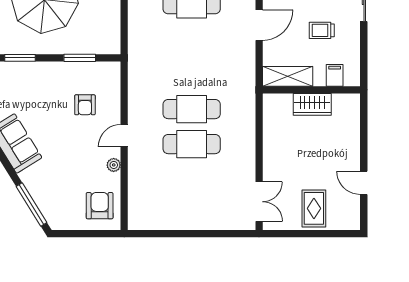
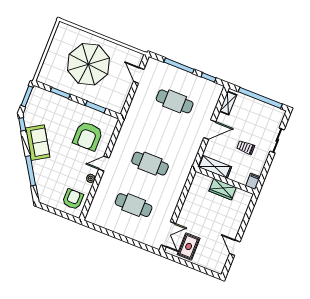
filing cabinet: (335, 75) -> (253, 181), moved
armchair: (85, 105) -> (88, 136), width x1.88, depth x1.88
cafe table: (192, 144) -> (134, 205), moved
window: (31, 204) -> (31, 171), moved
rug: (314, 208) -> (189, 246), moved

